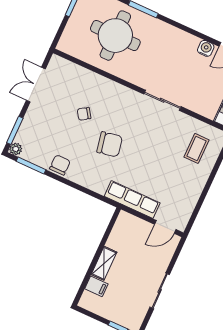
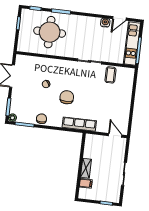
chair: (110, 144) -> (67, 97), turned -79
coffee table: (197, 148) -> (110, 75), moved
row of seats: (132, 200) -> (79, 124), moved
door: (165, 227) -> (115, 135), swing flipped

